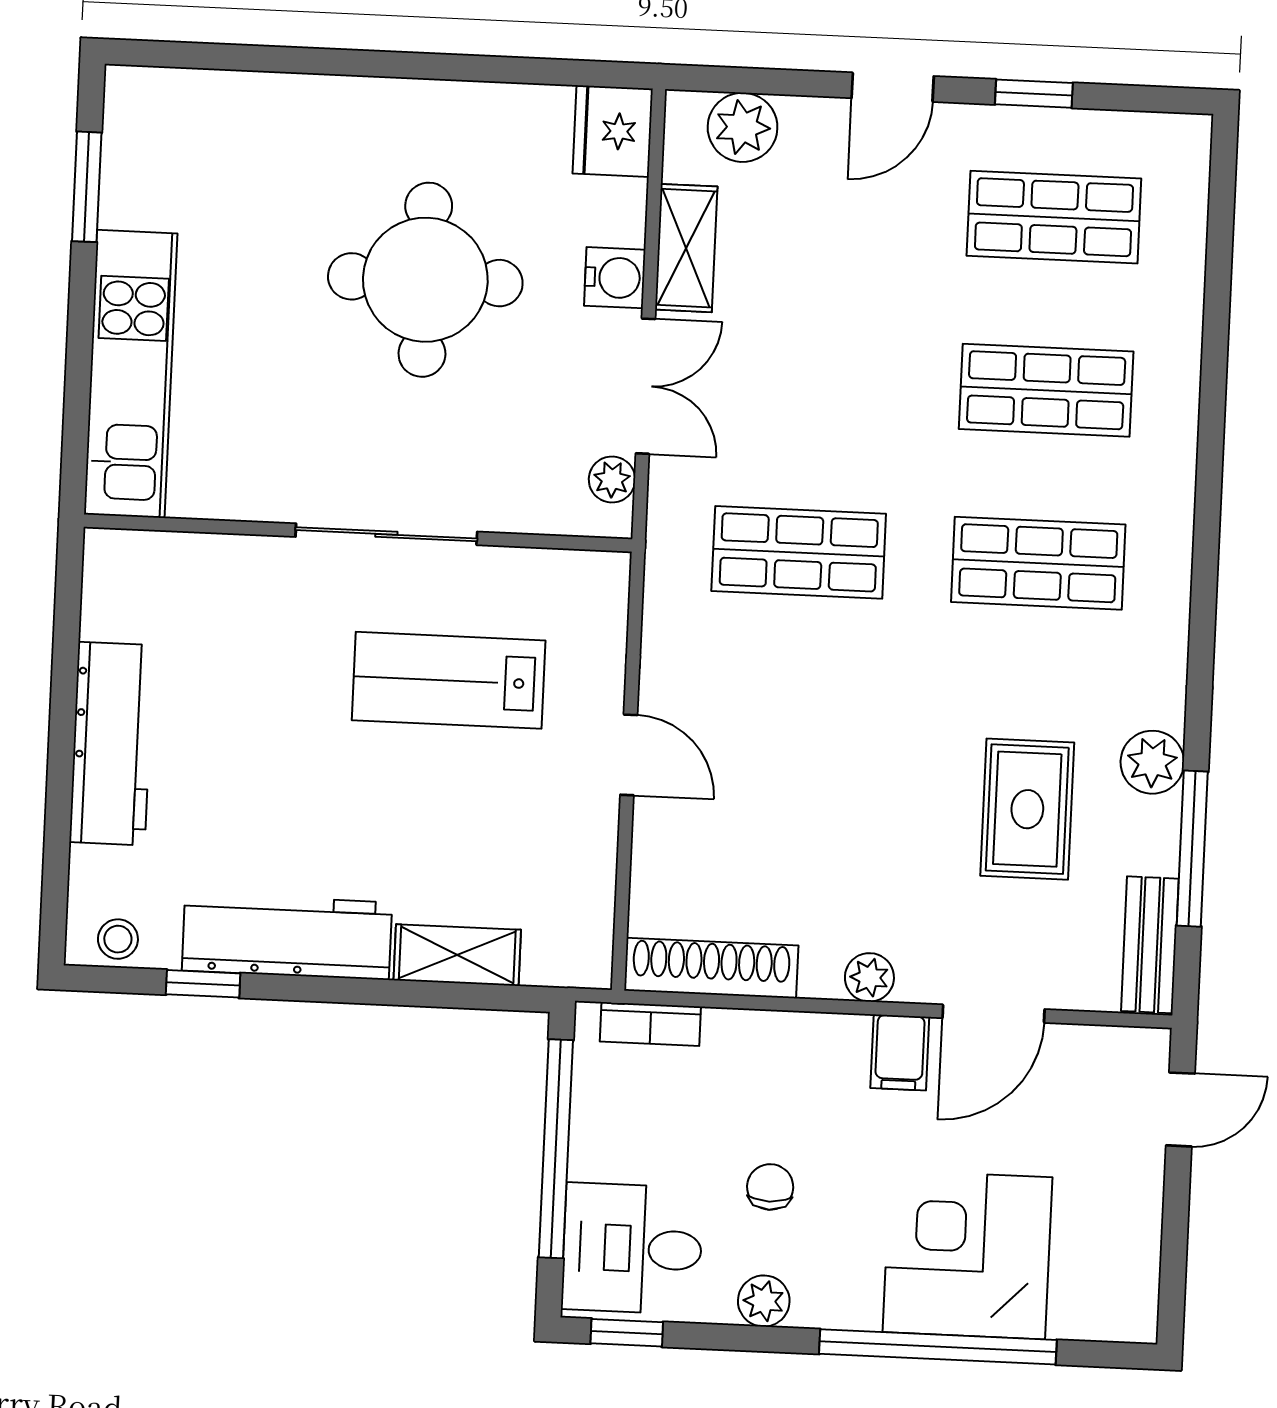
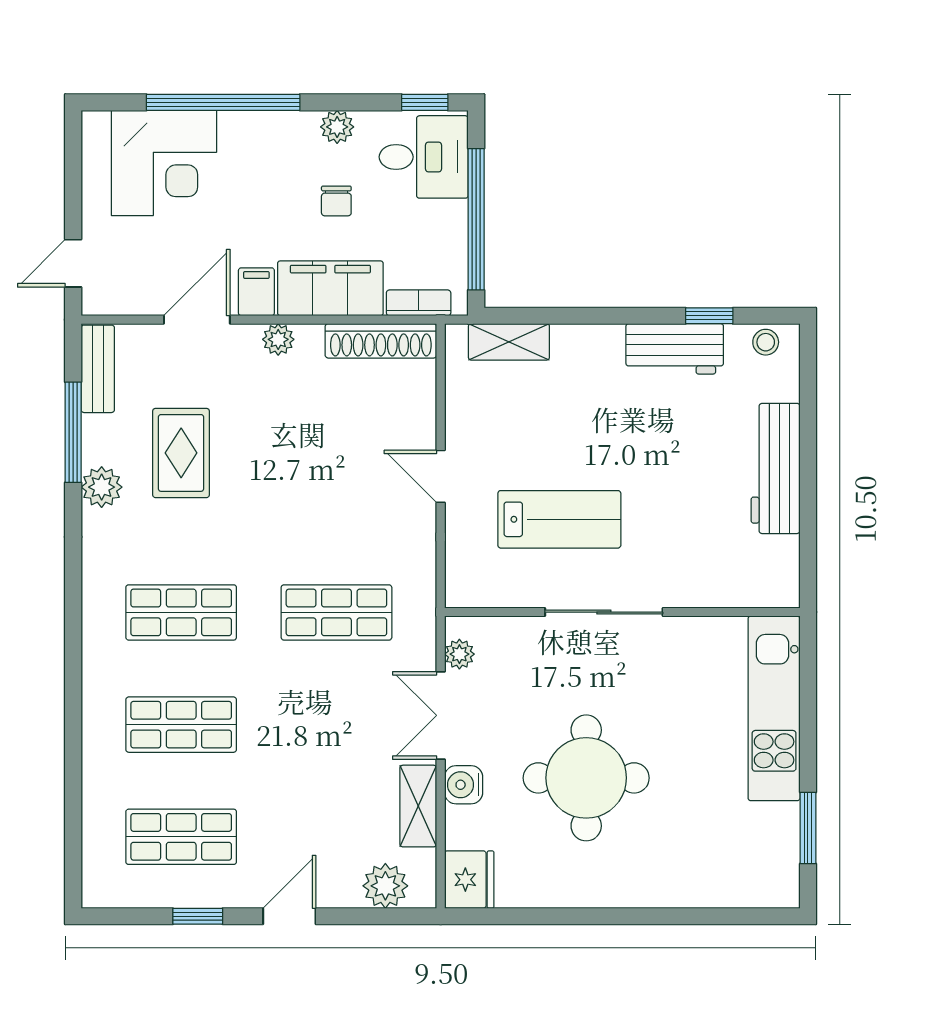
workbench: (287, 936) -> (675, 349), width x0.73
shelving: (457, 955) -> (509, 342), moved
filing cabinet: (785, 1053) -> (330, 288), added
corner desk: (968, 1255) -> (164, 163), moved

